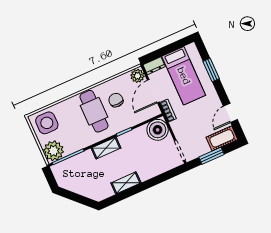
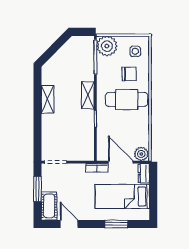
chair: (116, 100) -> (129, 74), moved
side table: (47, 123) -> (135, 51), width x0.54, depth x0.54
boiler: (158, 130) -> (83, 150), removed

